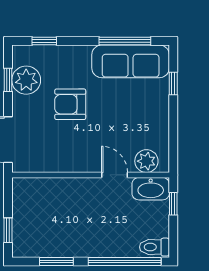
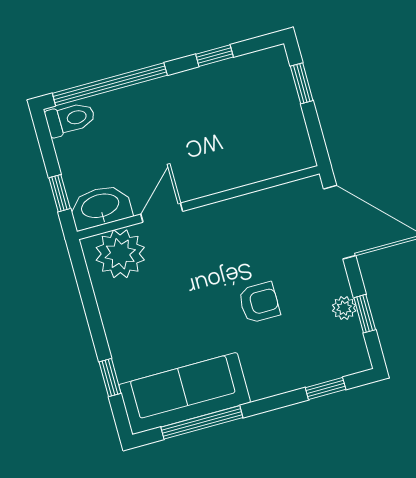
plant: (26, 80) -> (344, 308), width x0.53, depth x0.53
armchair: (70, 104) -> (259, 302), width x0.72, depth x0.72
plant: (146, 161) -> (120, 254), width x1.36, depth x1.36
door: (114, 175) -> (162, 213), swing flipped
window: (56, 262) -> (214, 56), width x0.67

